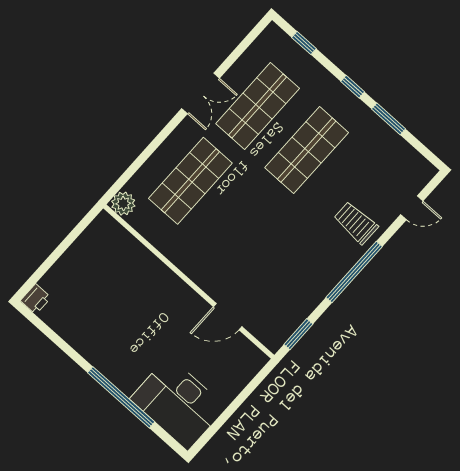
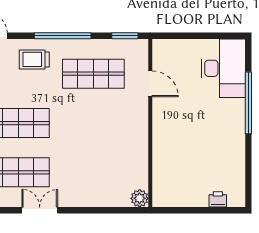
shop shelf: (190, 181) -> (93, 74), moved
trolley: (356, 223) -> (34, 59), turned 90
printer: (36, 299) -> (218, 199), moved

